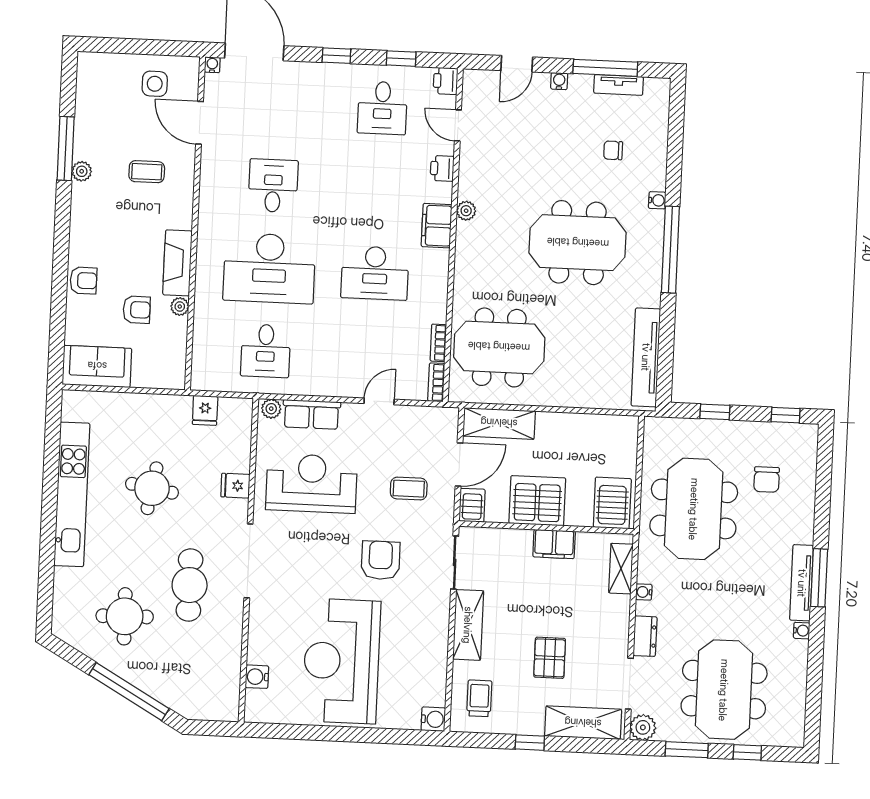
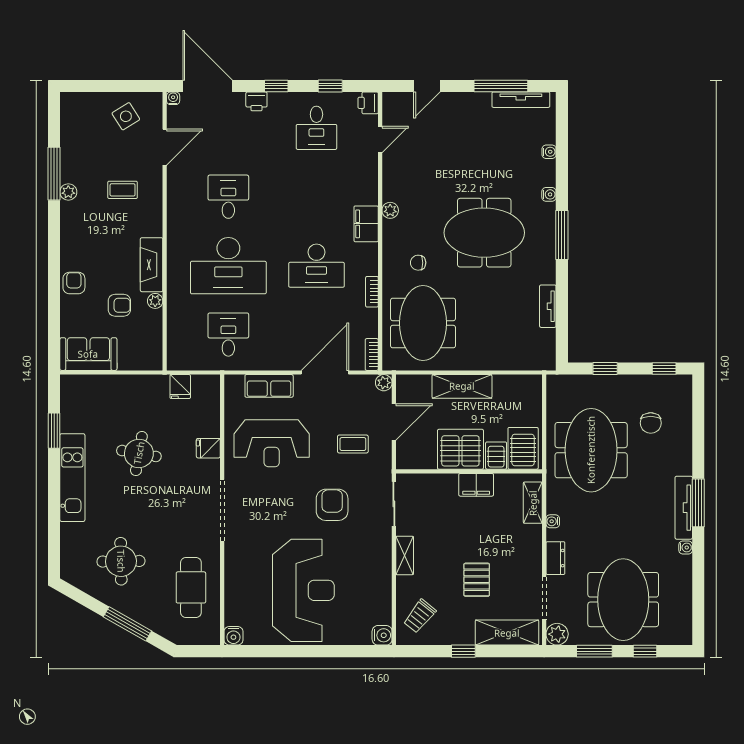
water cooler: (559, 81) -> (549, 152), moved, turned 90
side table: (155, 84) -> (126, 116), turned -32
tv unit: (619, 85) -> (521, 100), width x1.41
door: (200, 123) -> (165, 147), swing flipped
door: (458, 125) -> (380, 139), swing flipped
chair: (613, 150) -> (418, 263), moved
printer: (442, 168) -> (256, 101), moved, turned -90
window: (670, 250) -> (562, 235), width x0.68
armchair: (83, 281) -> (74, 283), turned -90
bookcase: (438, 343) -> (372, 292), moved
meeting table: (499, 347) -> (423, 323), turned 90
desk: (266, 351) -> (228, 335), turned 180
tv unit: (646, 357) -> (548, 306), width x0.52, depth x0.78
door: (379, 401) -> (325, 372), width x1.88
plant: (271, 409) -> (384, 383), moved
shelving: (499, 423) -> (462, 386), moved
window: (52, 456) -> (54, 431), added
reception desk: (311, 483) -> (272, 443), turned 180
kitchen unit: (72, 494) -> (72, 478), width x0.73
server rack: (472, 505) -> (496, 456), moved
cafe table: (190, 585) -> (191, 587), moved
shelving: (468, 625) -> (405, 555), width x0.67, depth x0.75
reception desk: (341, 661) -> (303, 590), turned 180
water cooler: (257, 677) -> (233, 636), moved, turned -90
window: (129, 692) -> (127, 624), width x0.68
trolley: (479, 698) -> (420, 616), turned -141

